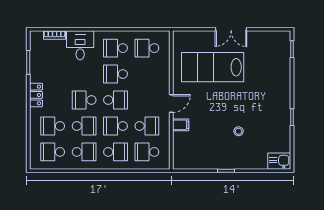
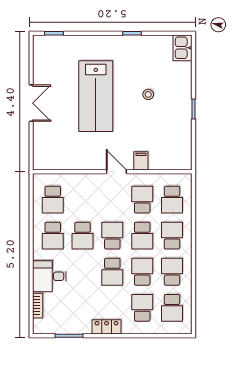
lab bench: (213, 67) -> (96, 96), moved
school desk: (53, 126) -> (142, 308), turned 180

